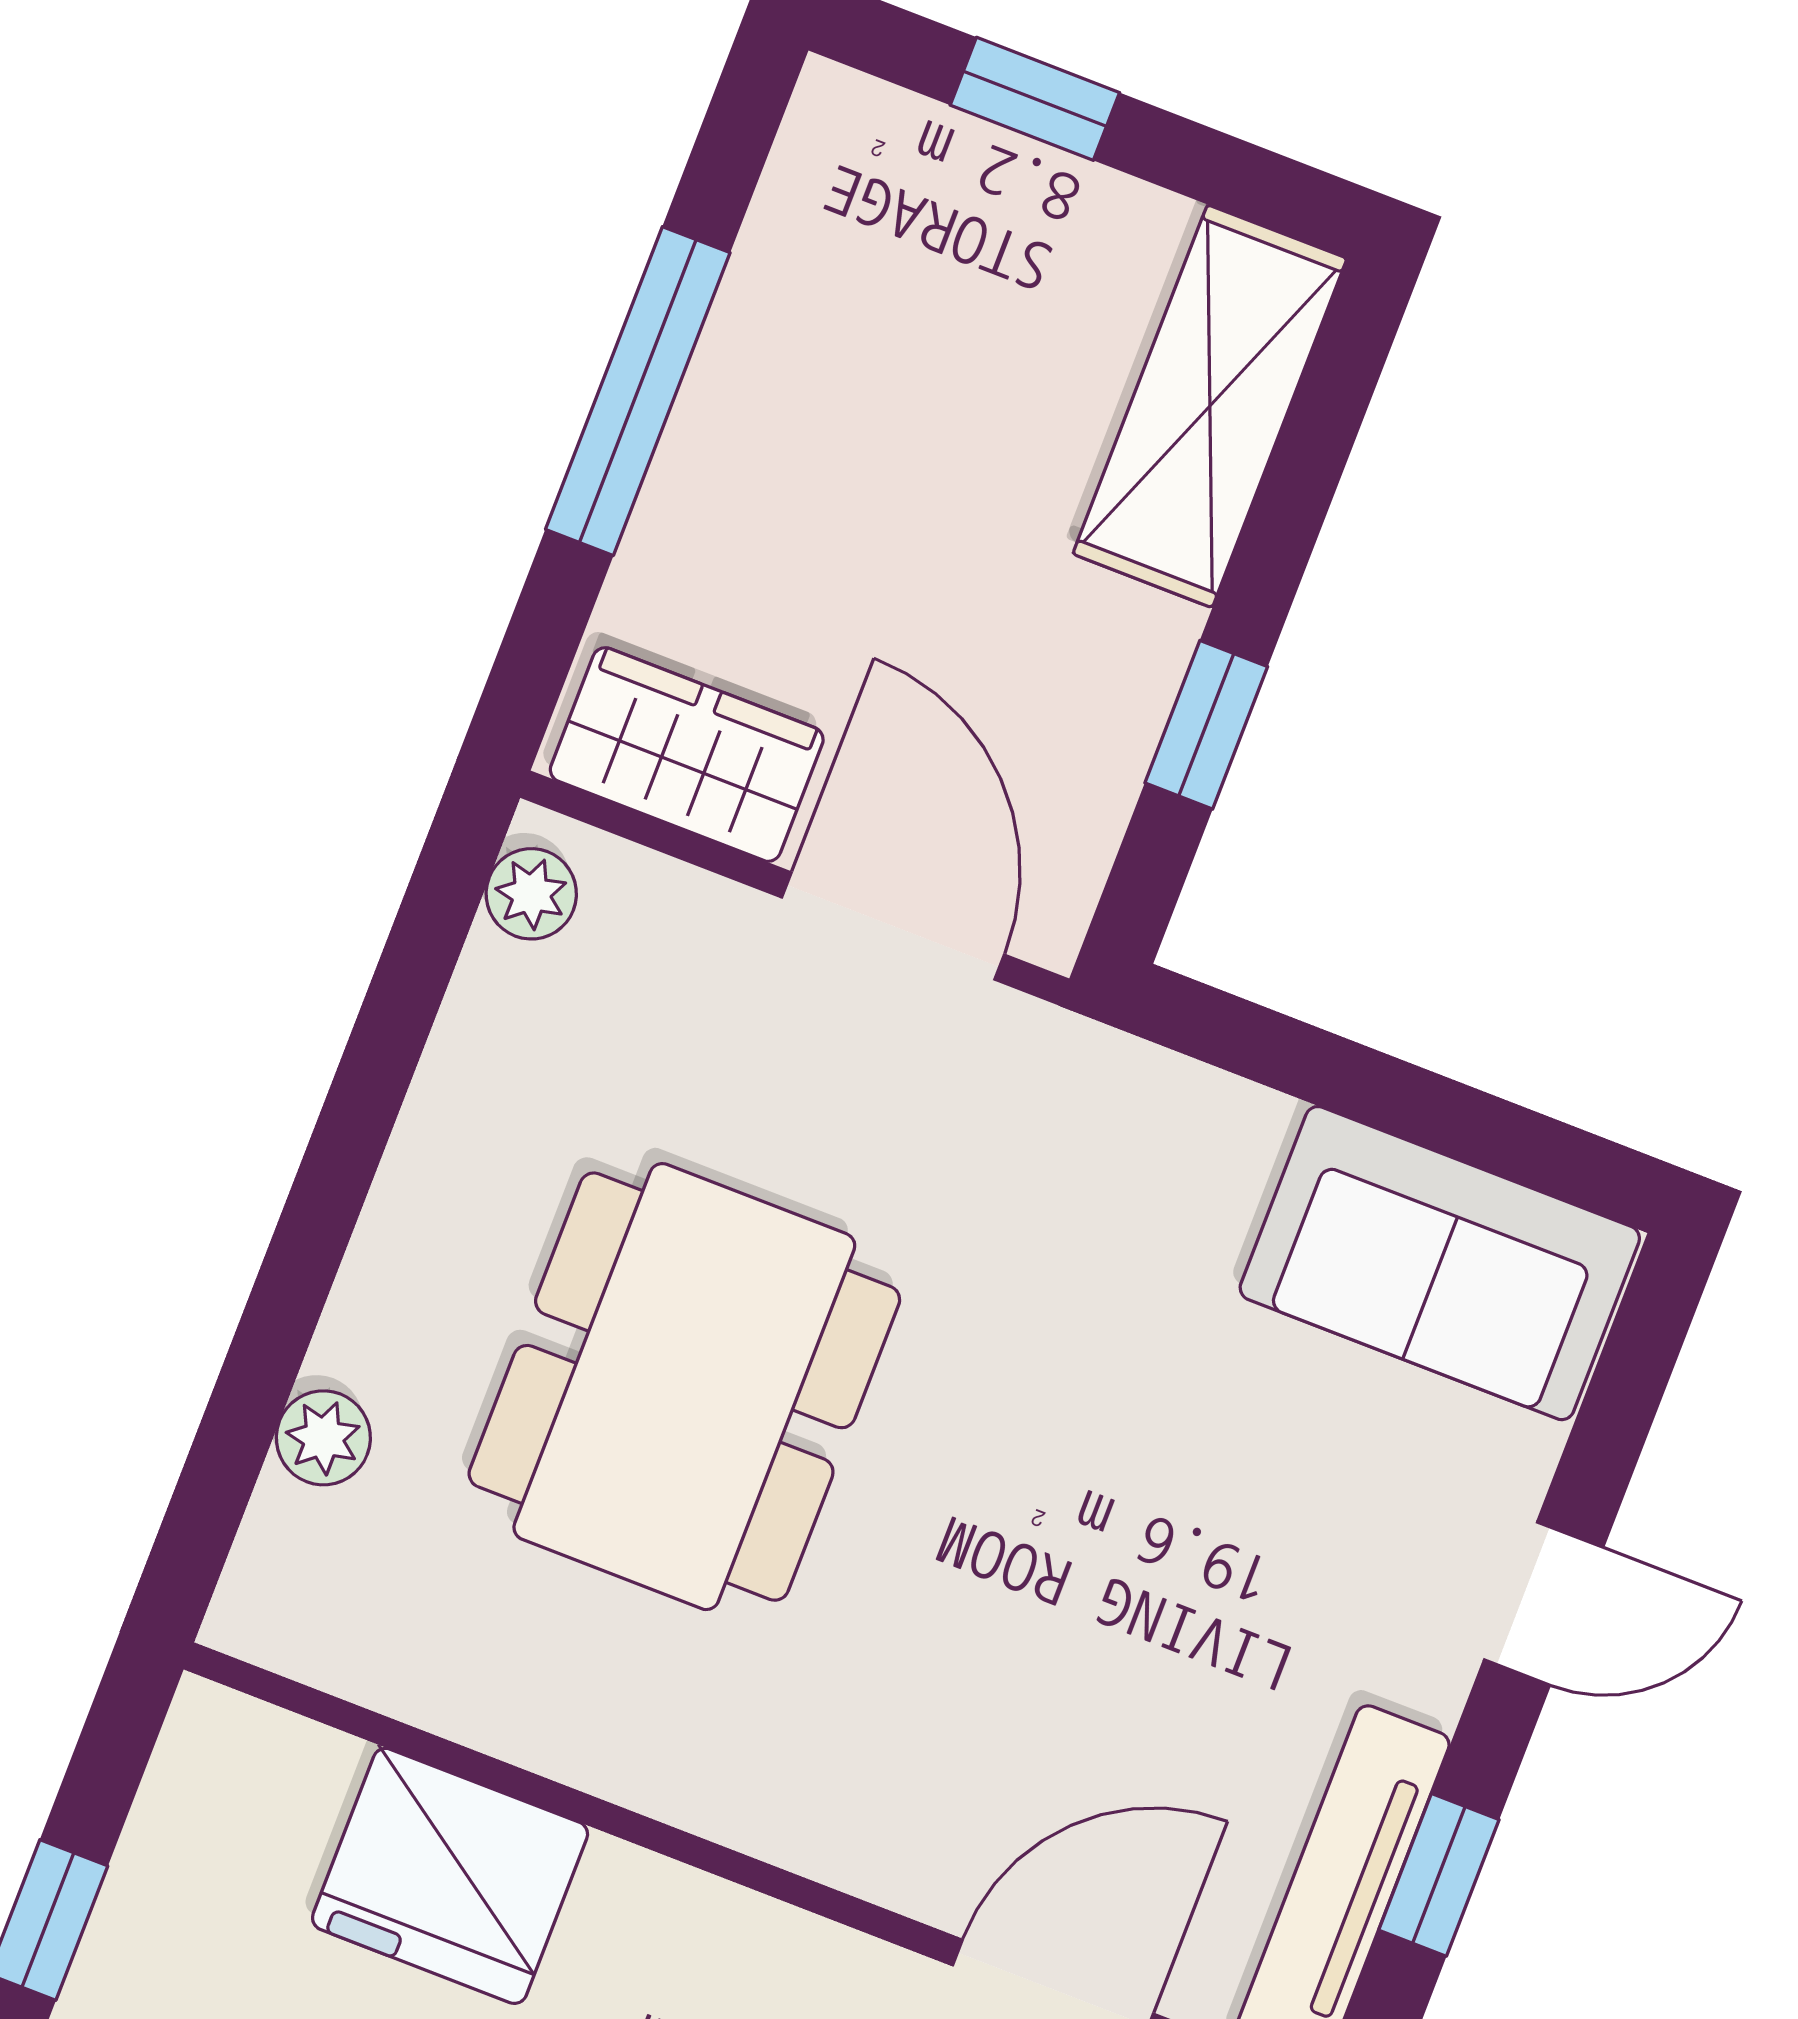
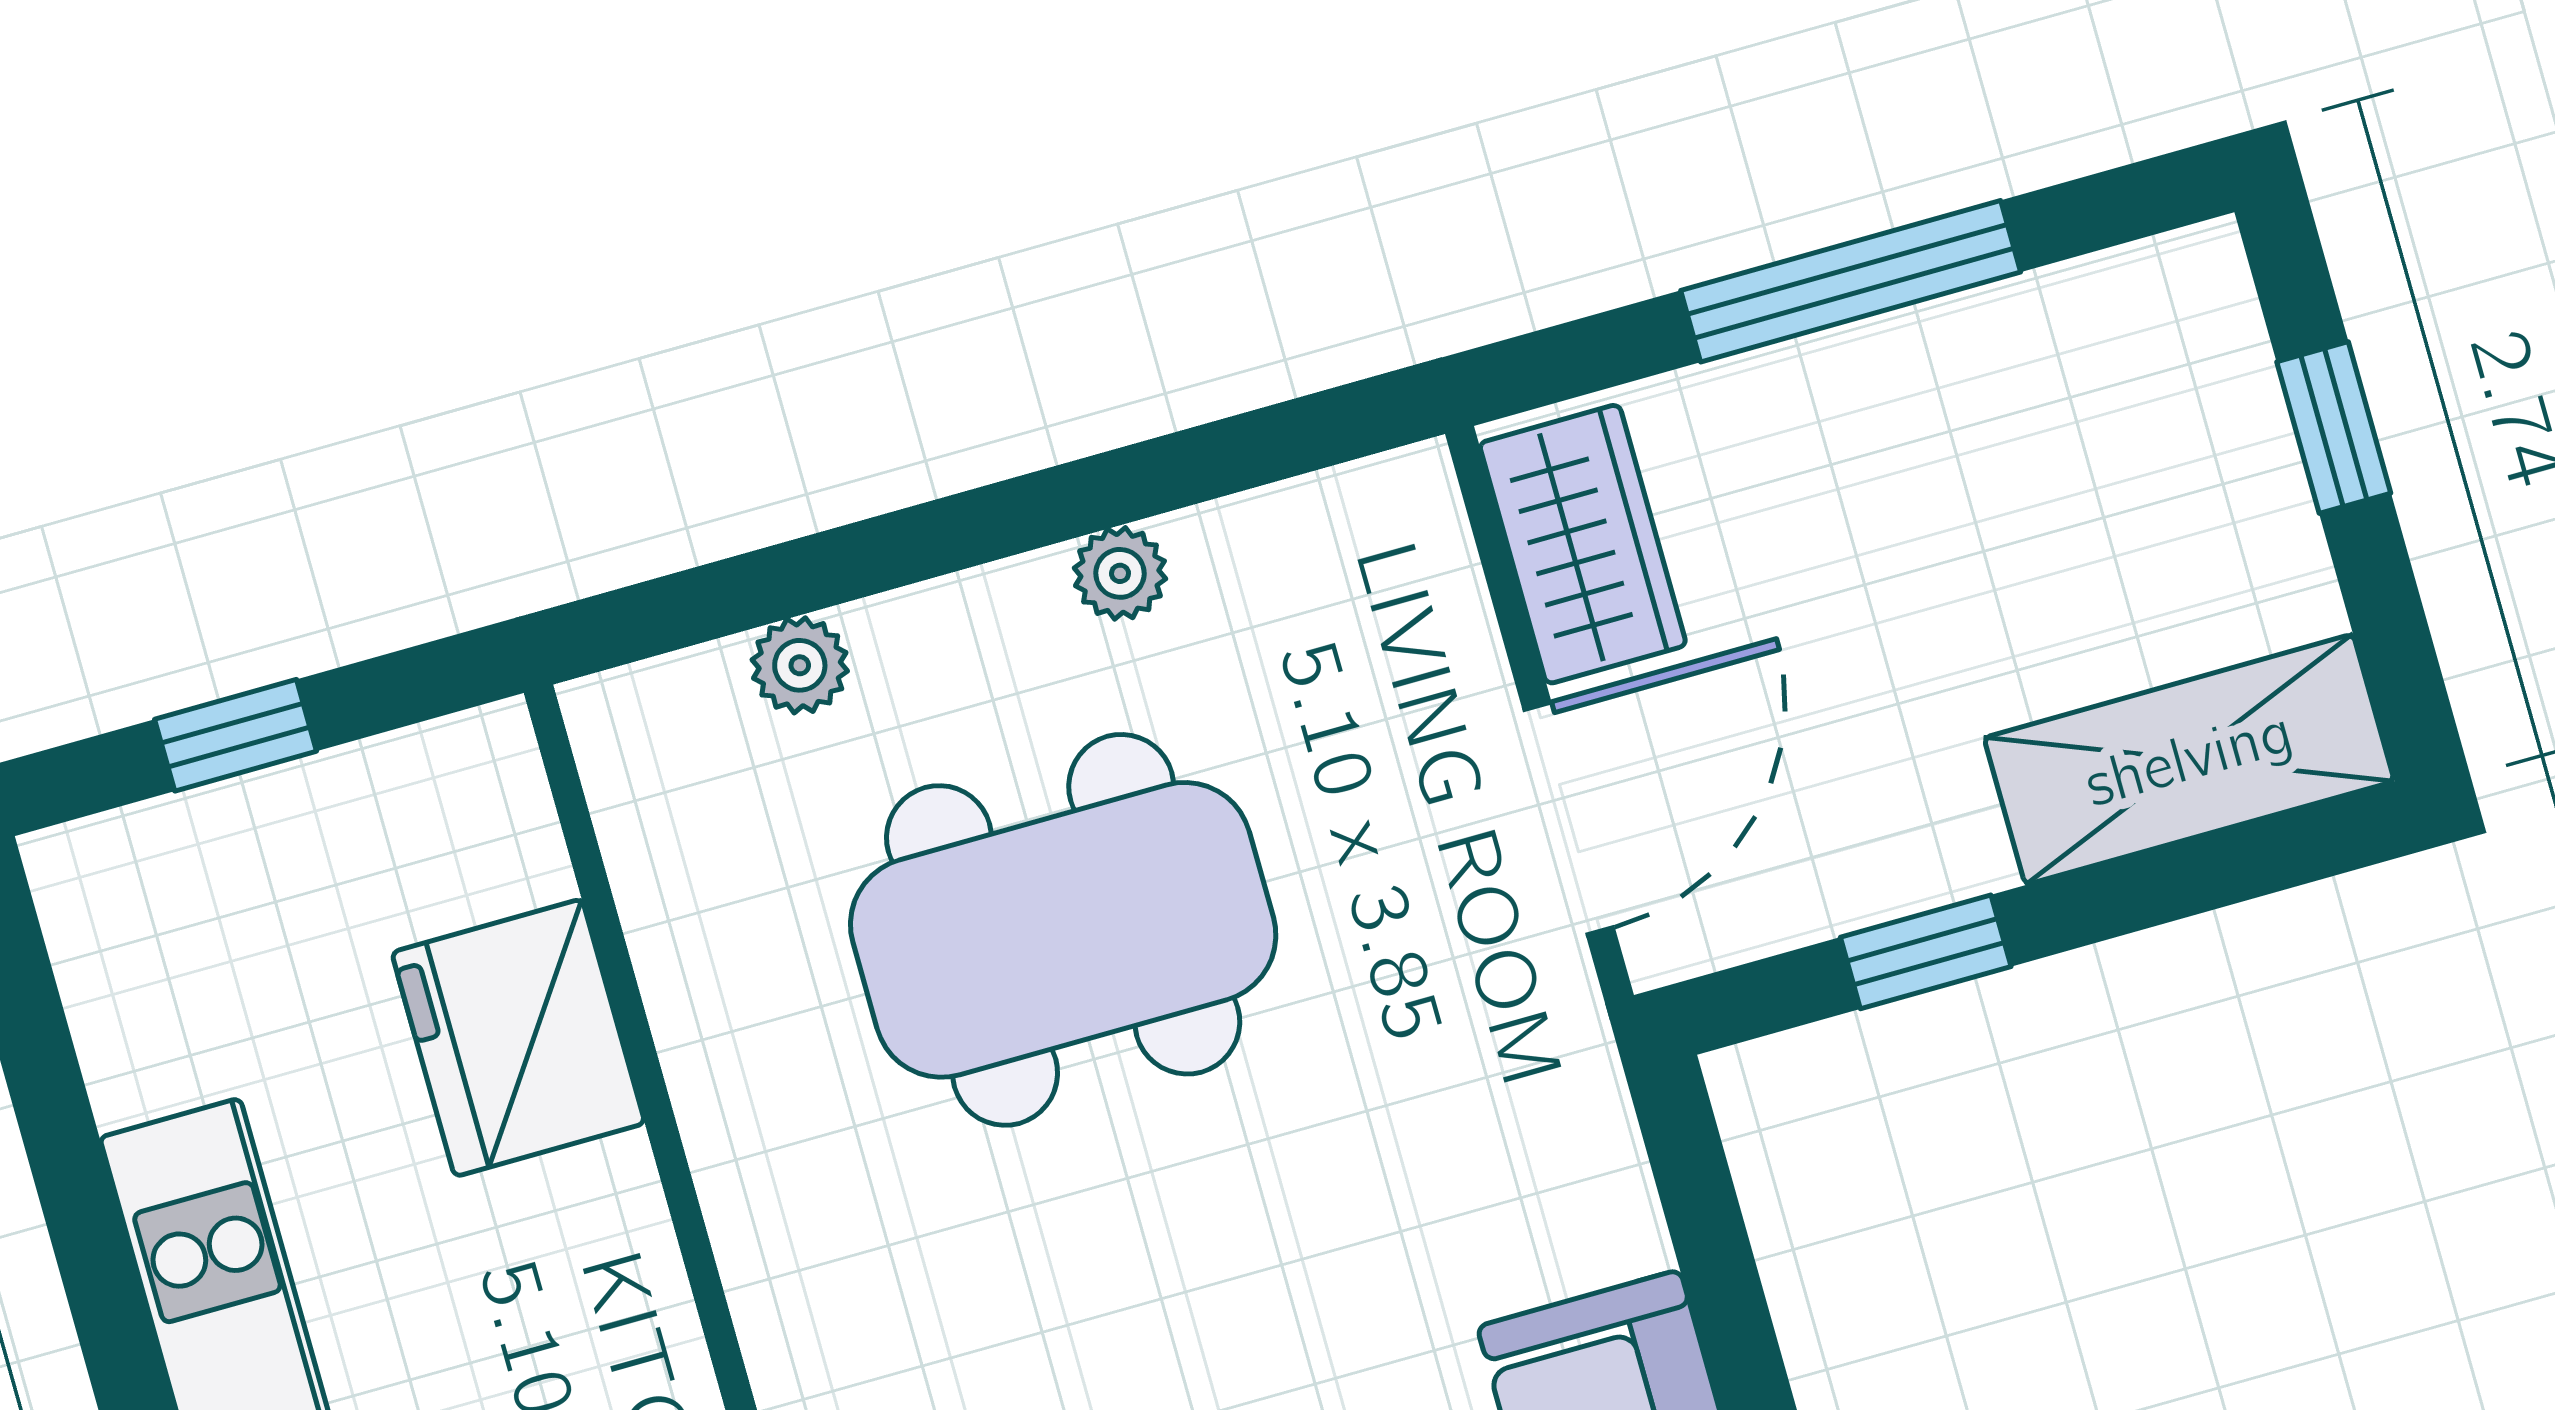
plant: (531, 894) -> (1120, 573), moved

